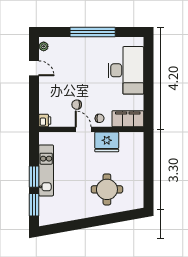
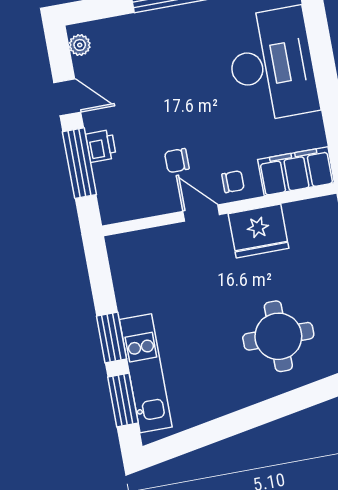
window: (34, 98) -> (79, 163), added
printer: (45, 121) -> (101, 146), moved
kitchen unit: (46, 170) -> (146, 373), moved

